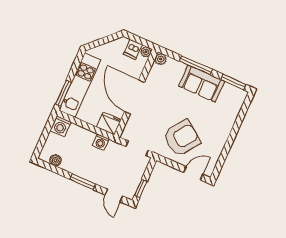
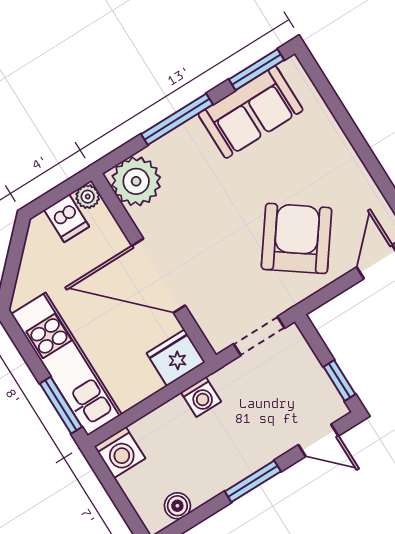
plant: (161, 59) -> (136, 181), width x1.88, depth x1.88
sofa: (202, 84) -> (251, 112), moved

